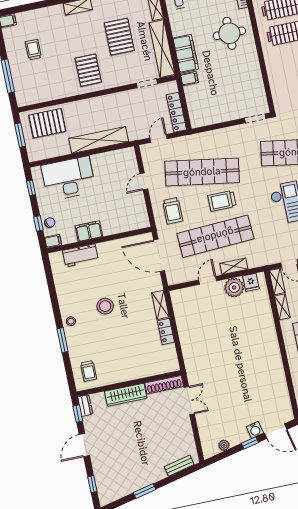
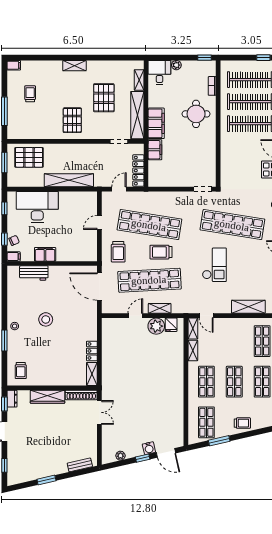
filing cabinet: (189, 79) -> (155, 150), width x2.00
shelving: (160, 305) -> (92, 374), moved

